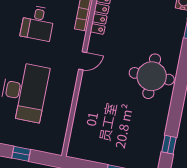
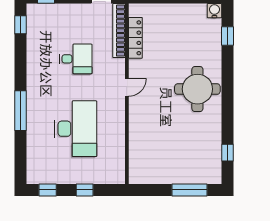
desk: (38, 23) -> (76, 59), turned -90

